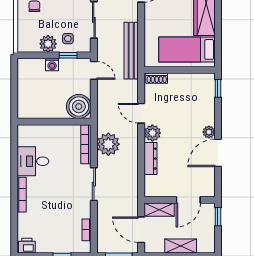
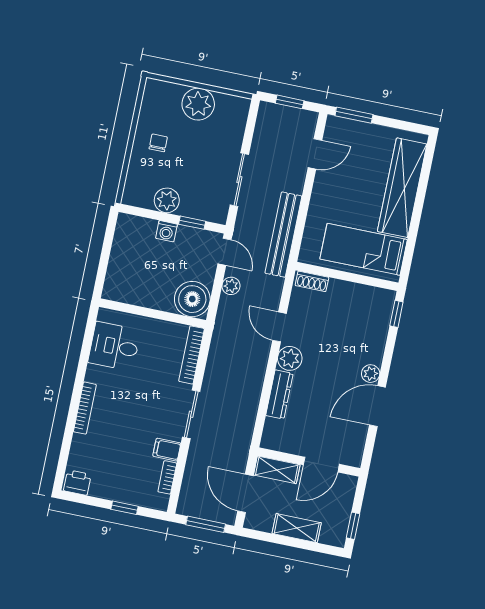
side table: (68, 39) -> (197, 199), removed
plant: (108, 144) -> (231, 286), moved, width x0.53, depth x0.53
desk: (33, 161) -> (114, 346), moved
filing cabinet: (82, 211) -> (167, 450), added
window: (218, 217) -> (353, 526), moved

